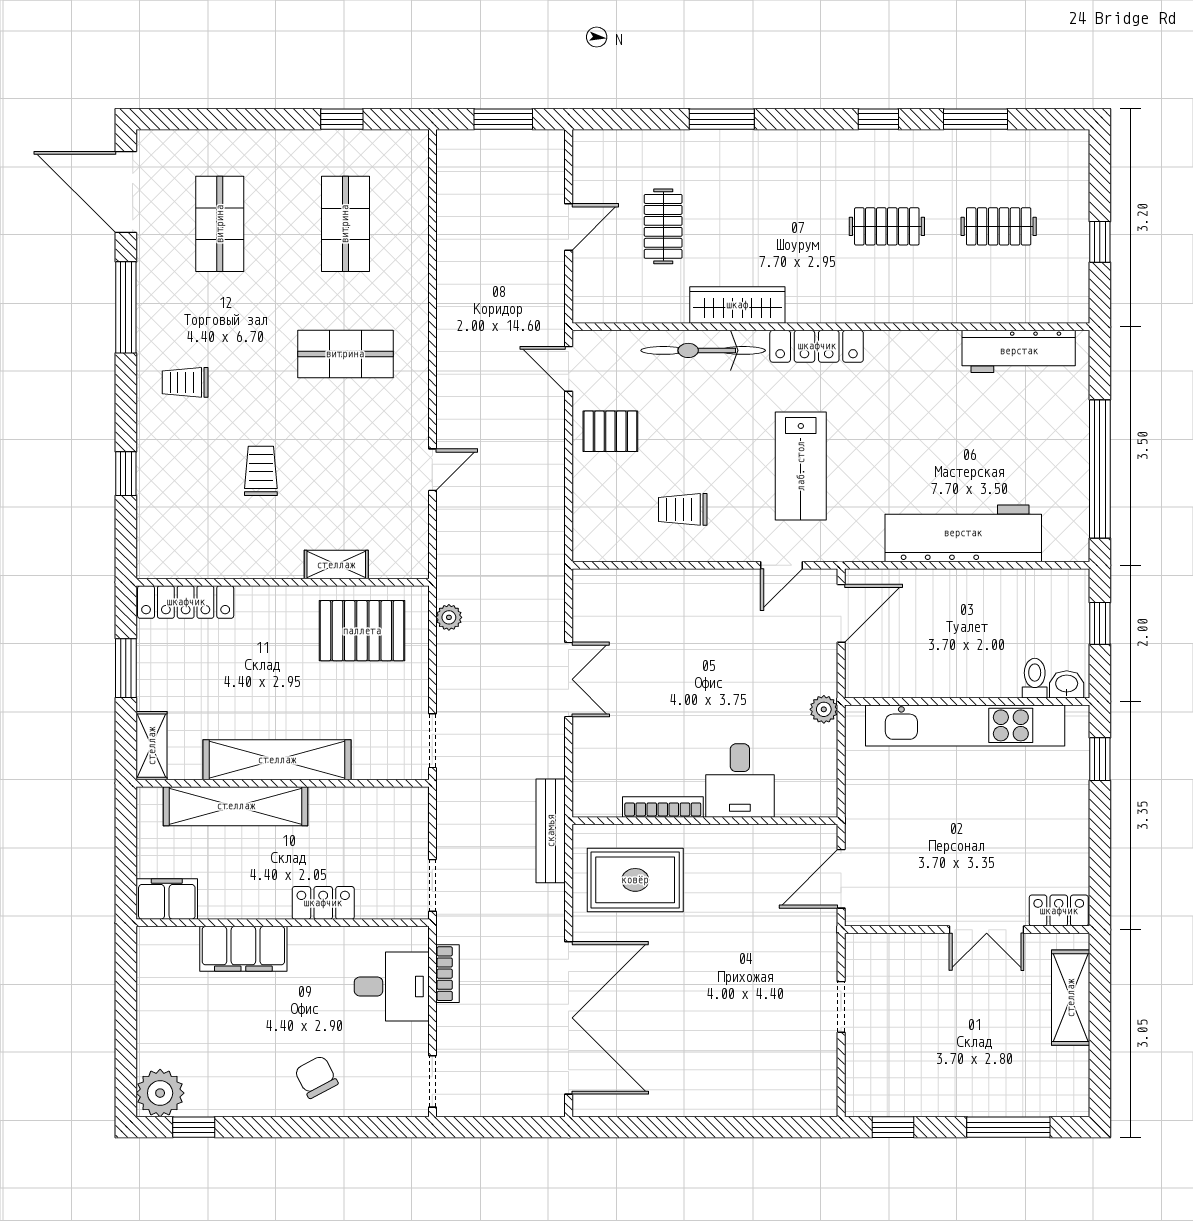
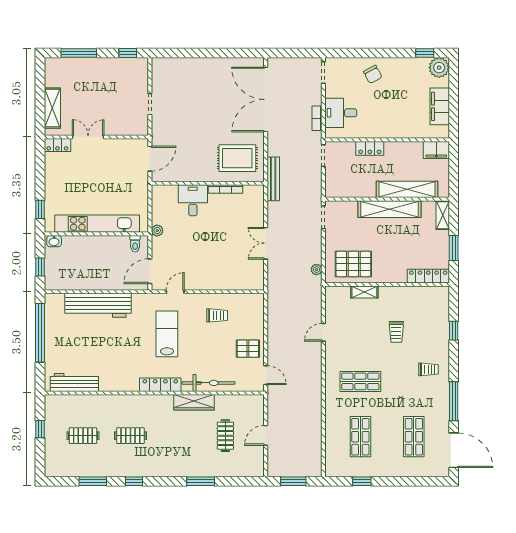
toilet: (1035, 678) -> (135, 244), moved
filing cabinet: (243, 949) -> (440, 106), moved, turned -90

